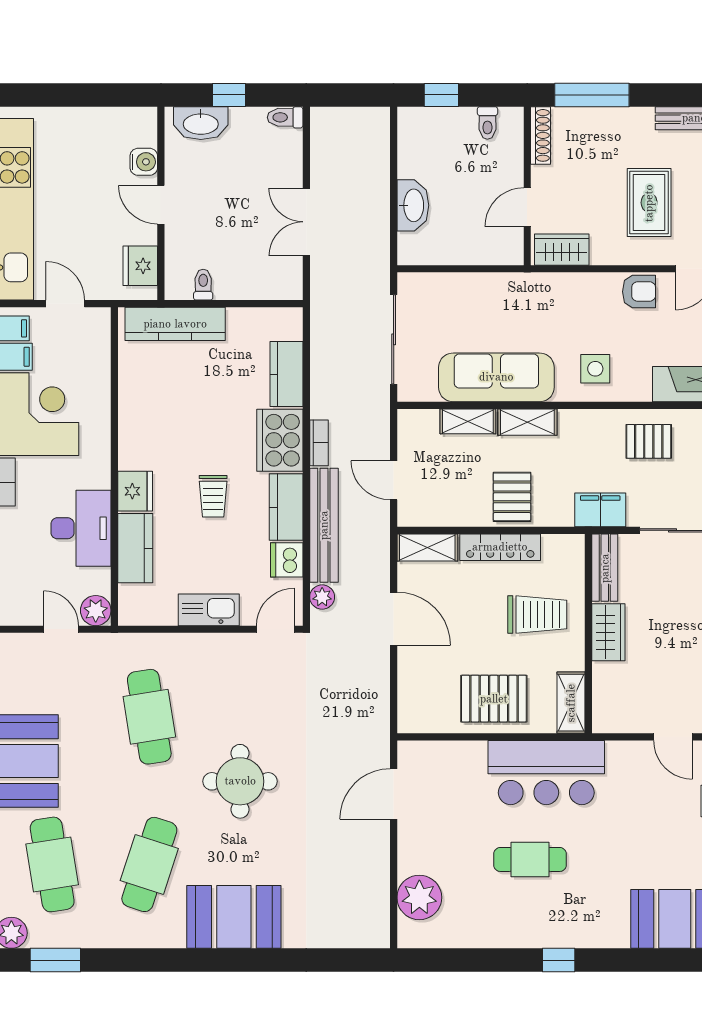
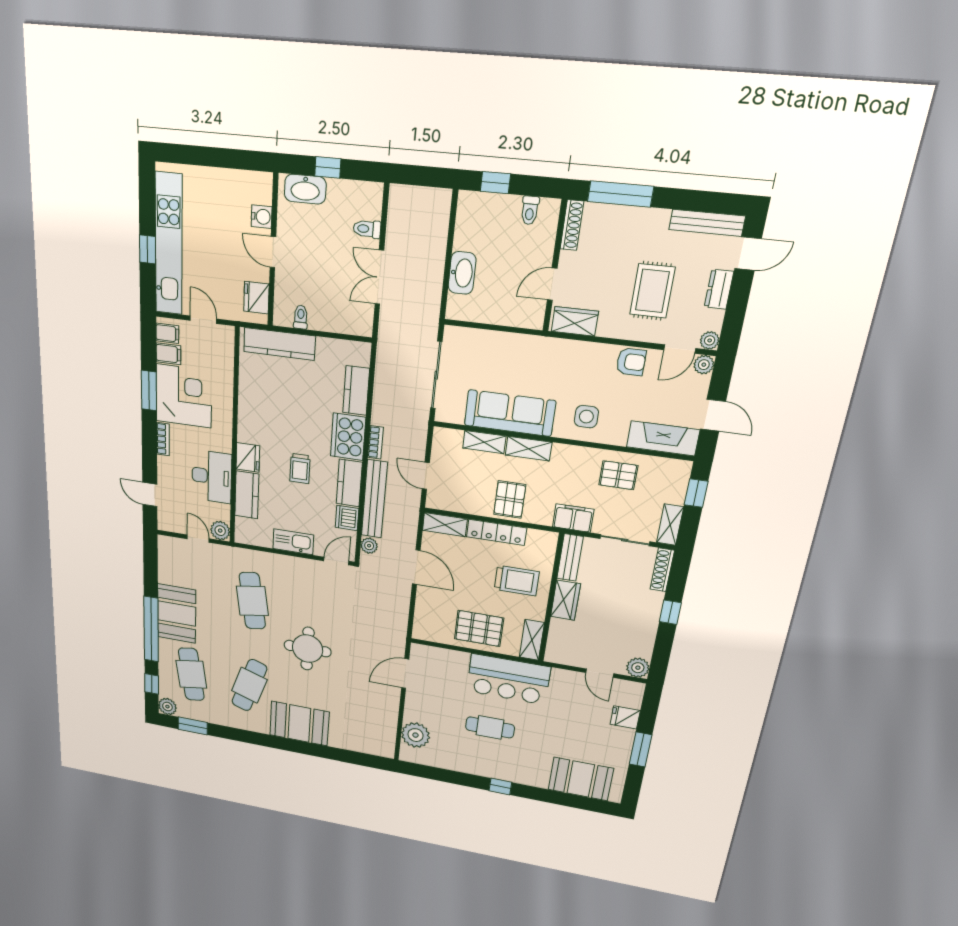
toilet: (285, 117) -> (367, 229), moved

